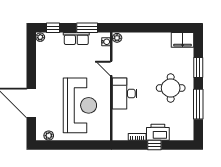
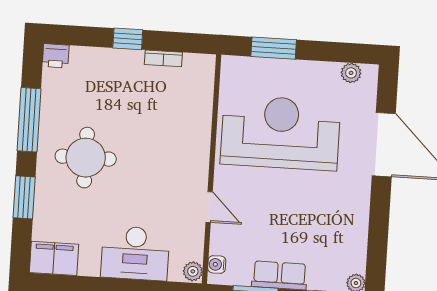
desk: (125, 94) -> (135, 253), moved, turned 90
reception desk: (80, 105) -> (281, 133), turned 90
printer: (158, 132) -> (56, 56), moved, width x0.53, depth x0.68
window: (86, 145) -> (274, 48), added

